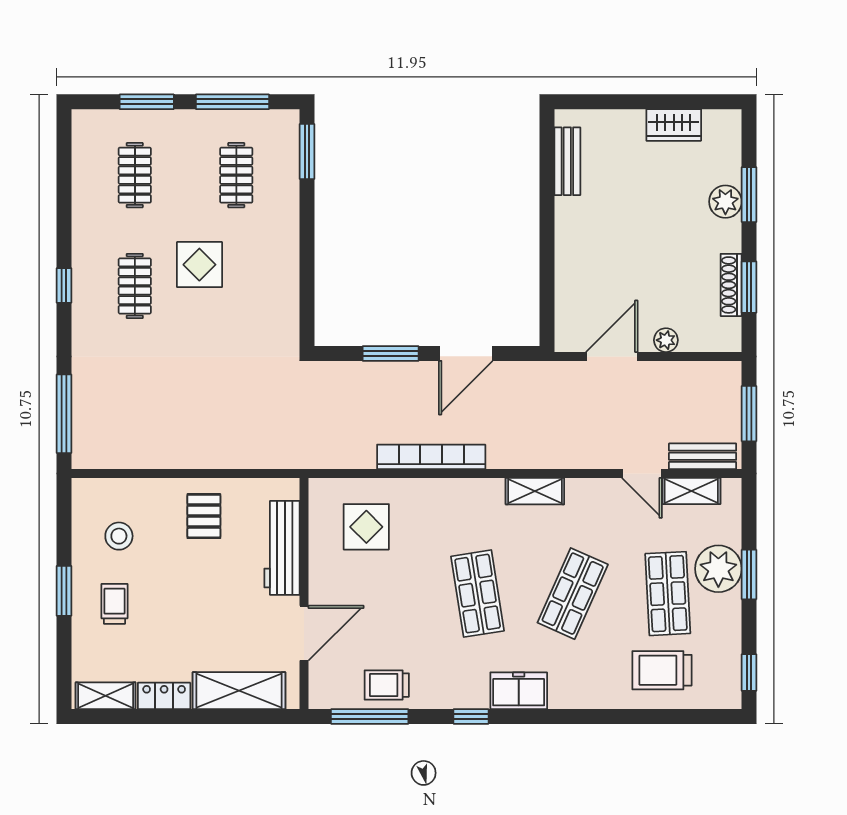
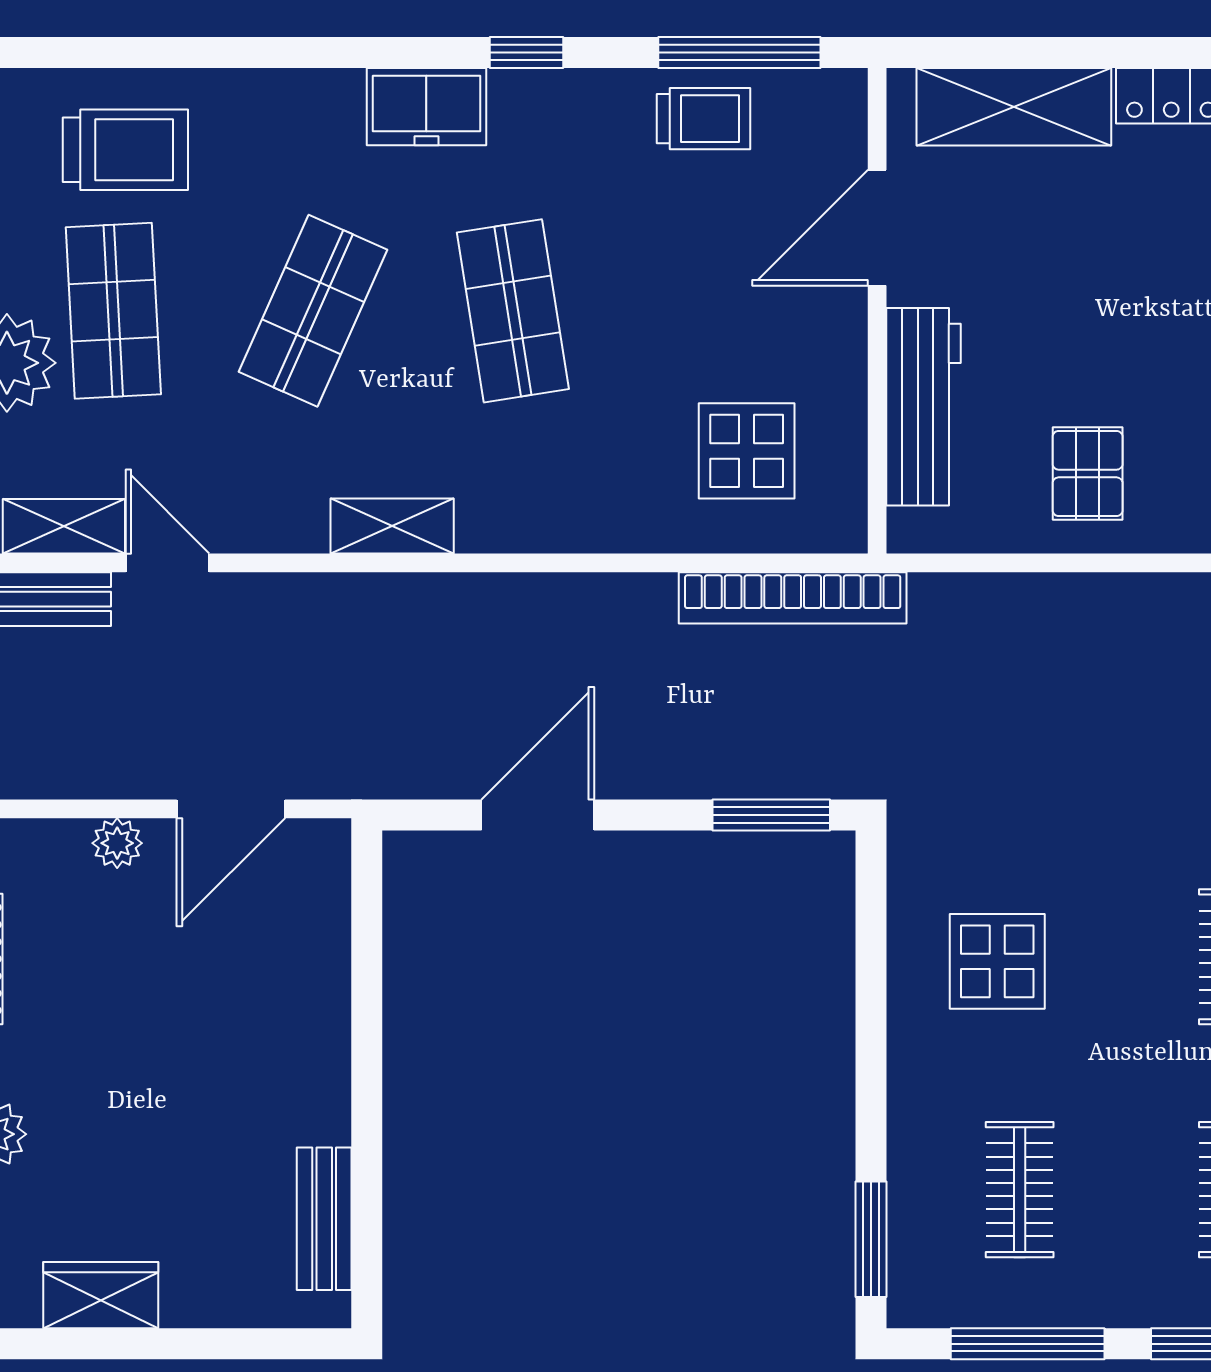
display table: (199, 265) -> (997, 961), moved
window: (391, 354) -> (771, 815), moved
bookcase: (431, 457) -> (793, 598), moved

